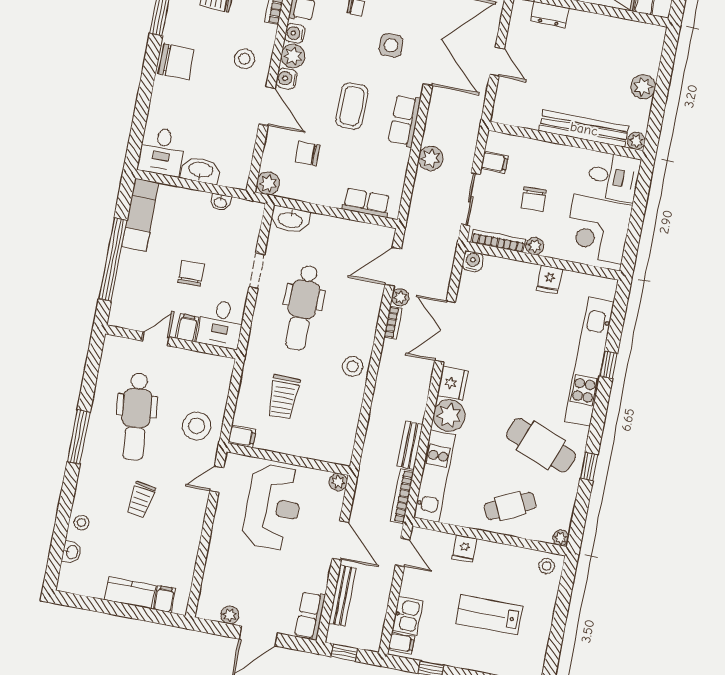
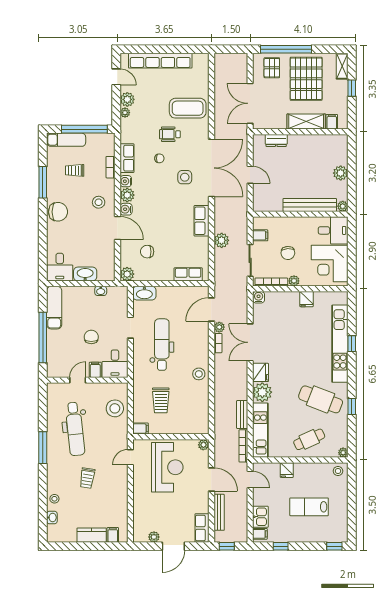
coffee table: (352, 106) -> (168, 218), removed
dental chair: (302, 308) -> (162, 345), turned 180
stool: (197, 426) -> (115, 408), moved

